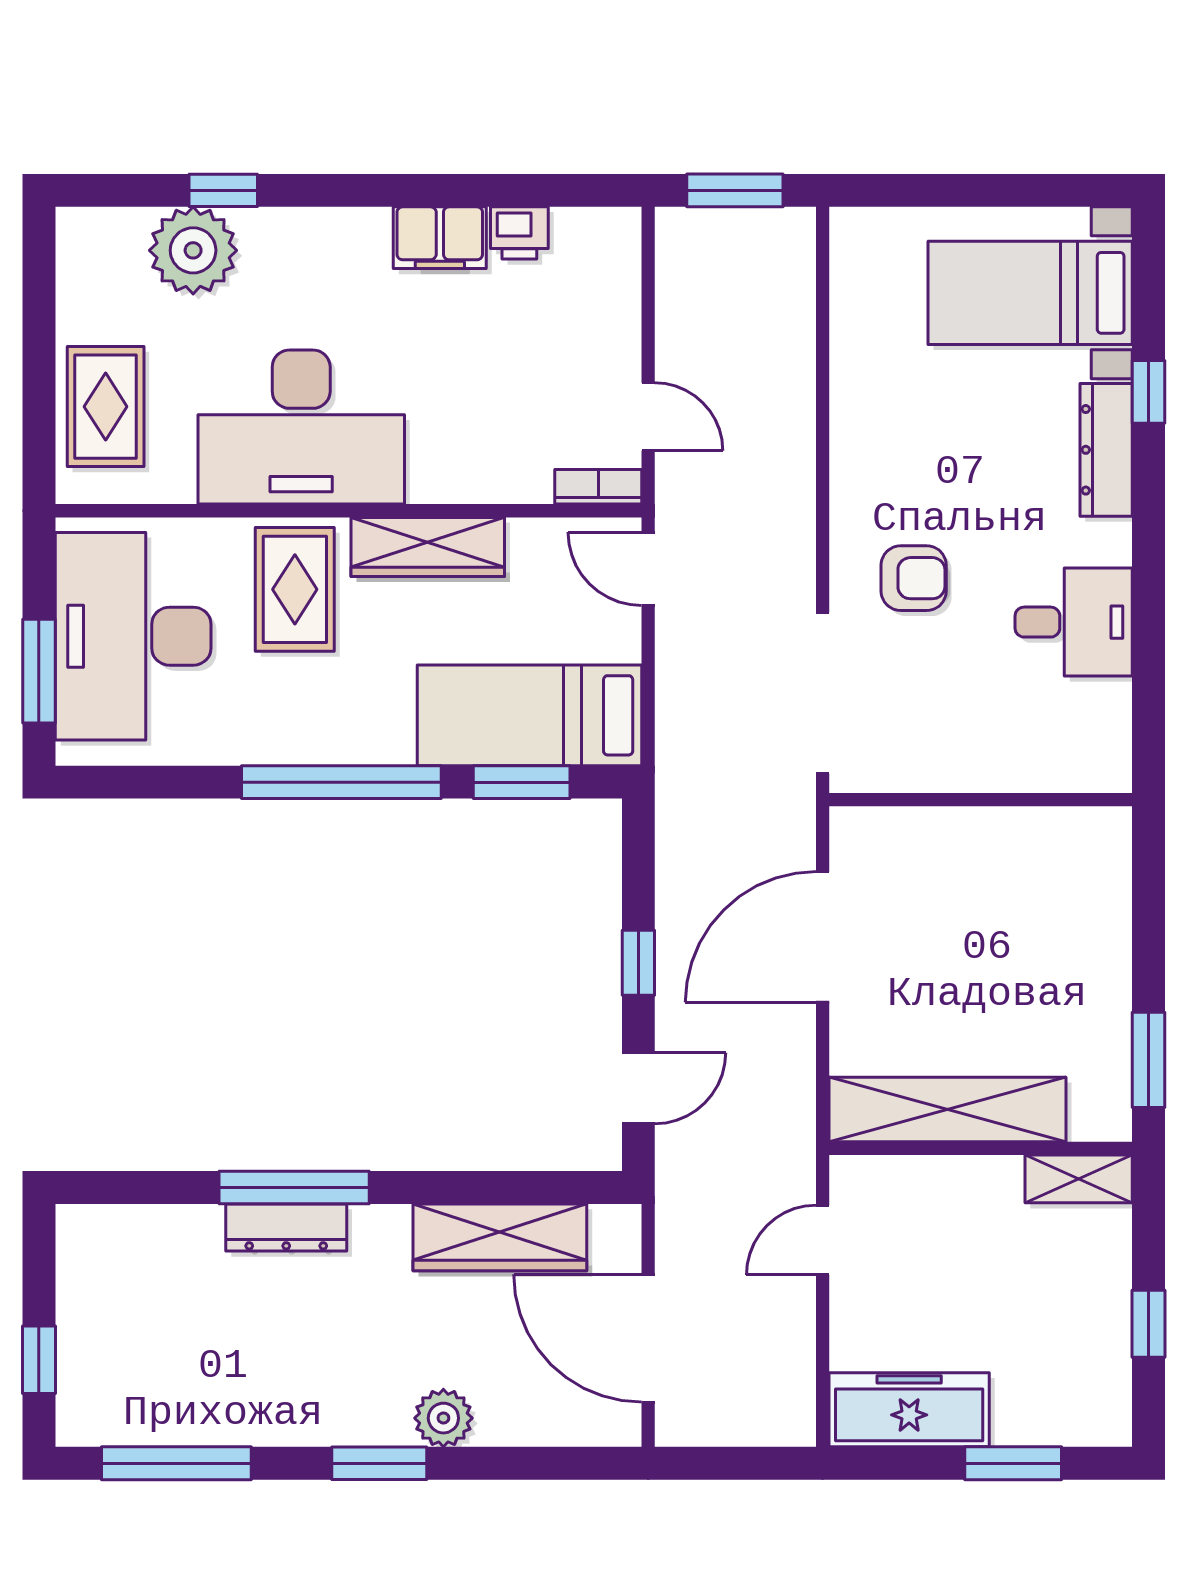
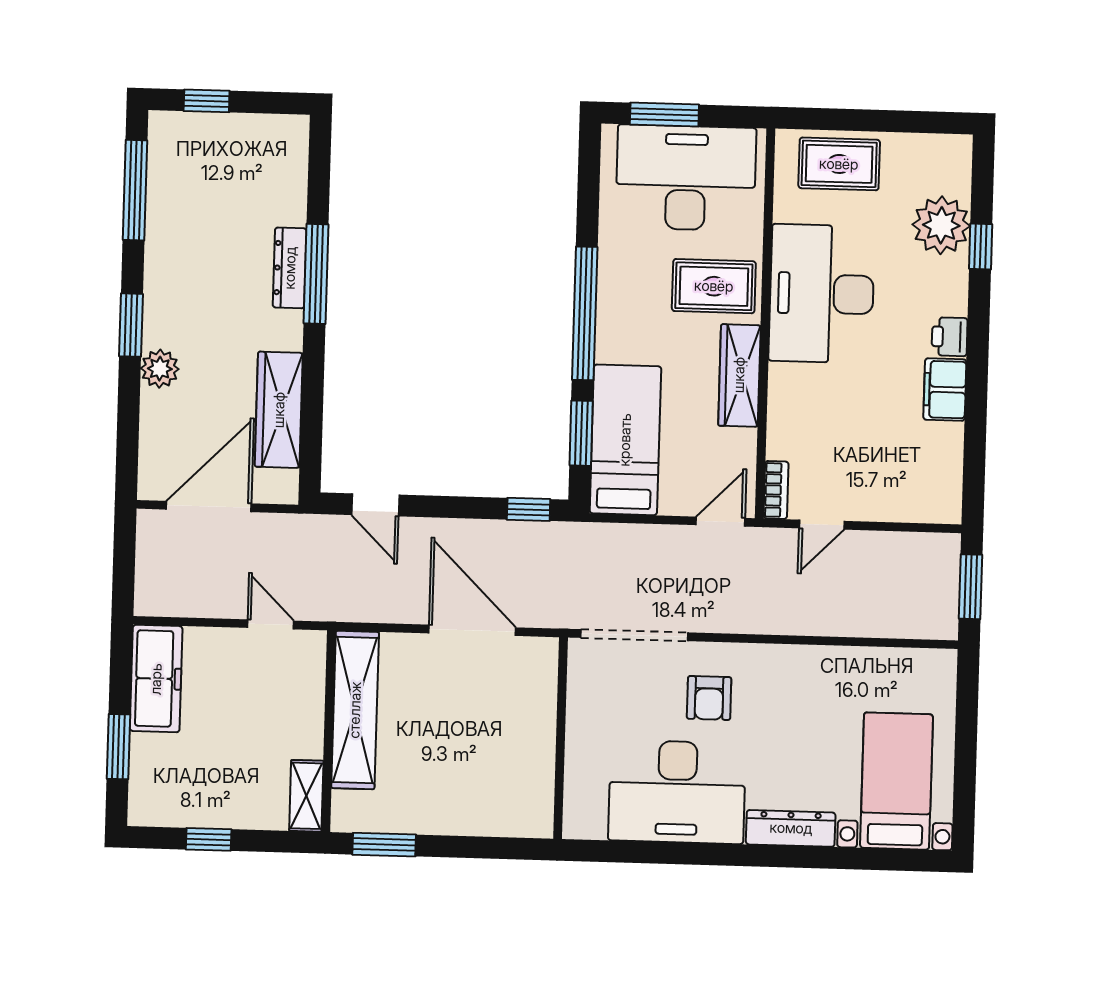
printer: (519, 233) -> (950, 337), moved
window: (1148, 392) -> (828, 858), removed
desk: (1074, 622) -> (677, 792), width x1.87, depth x1.30
window: (638, 963) -> (529, 509), moved

